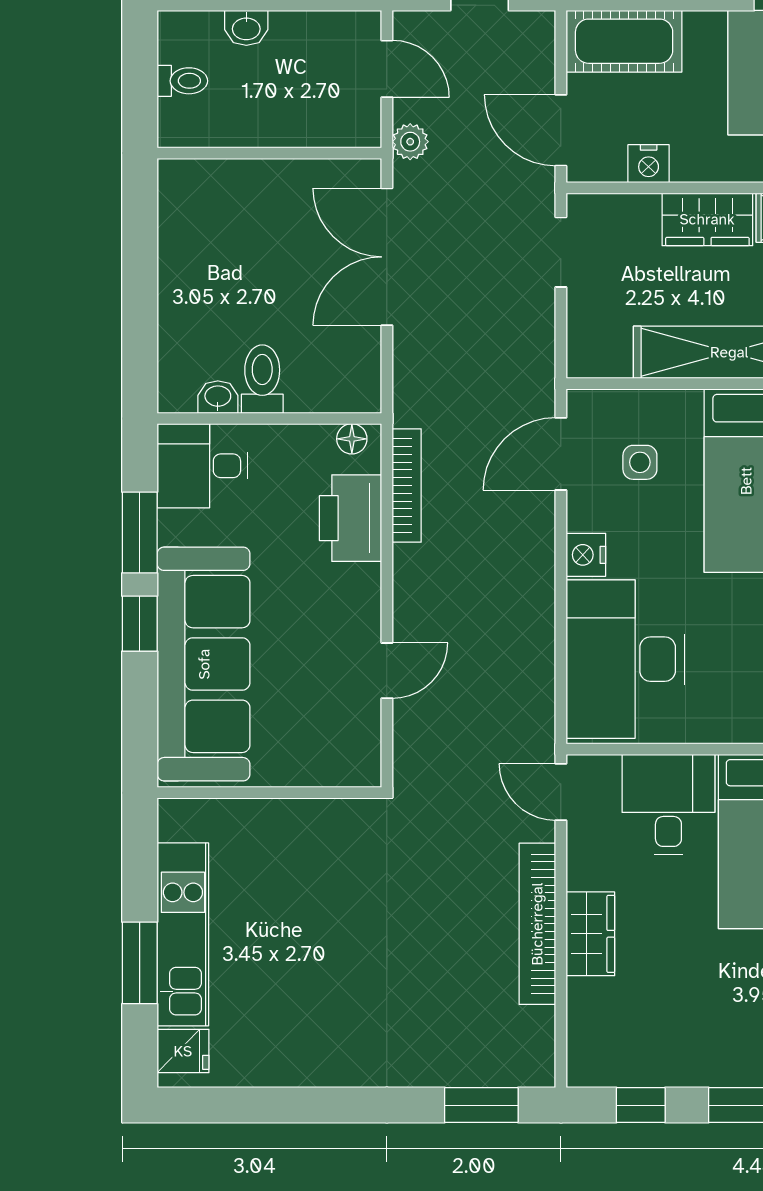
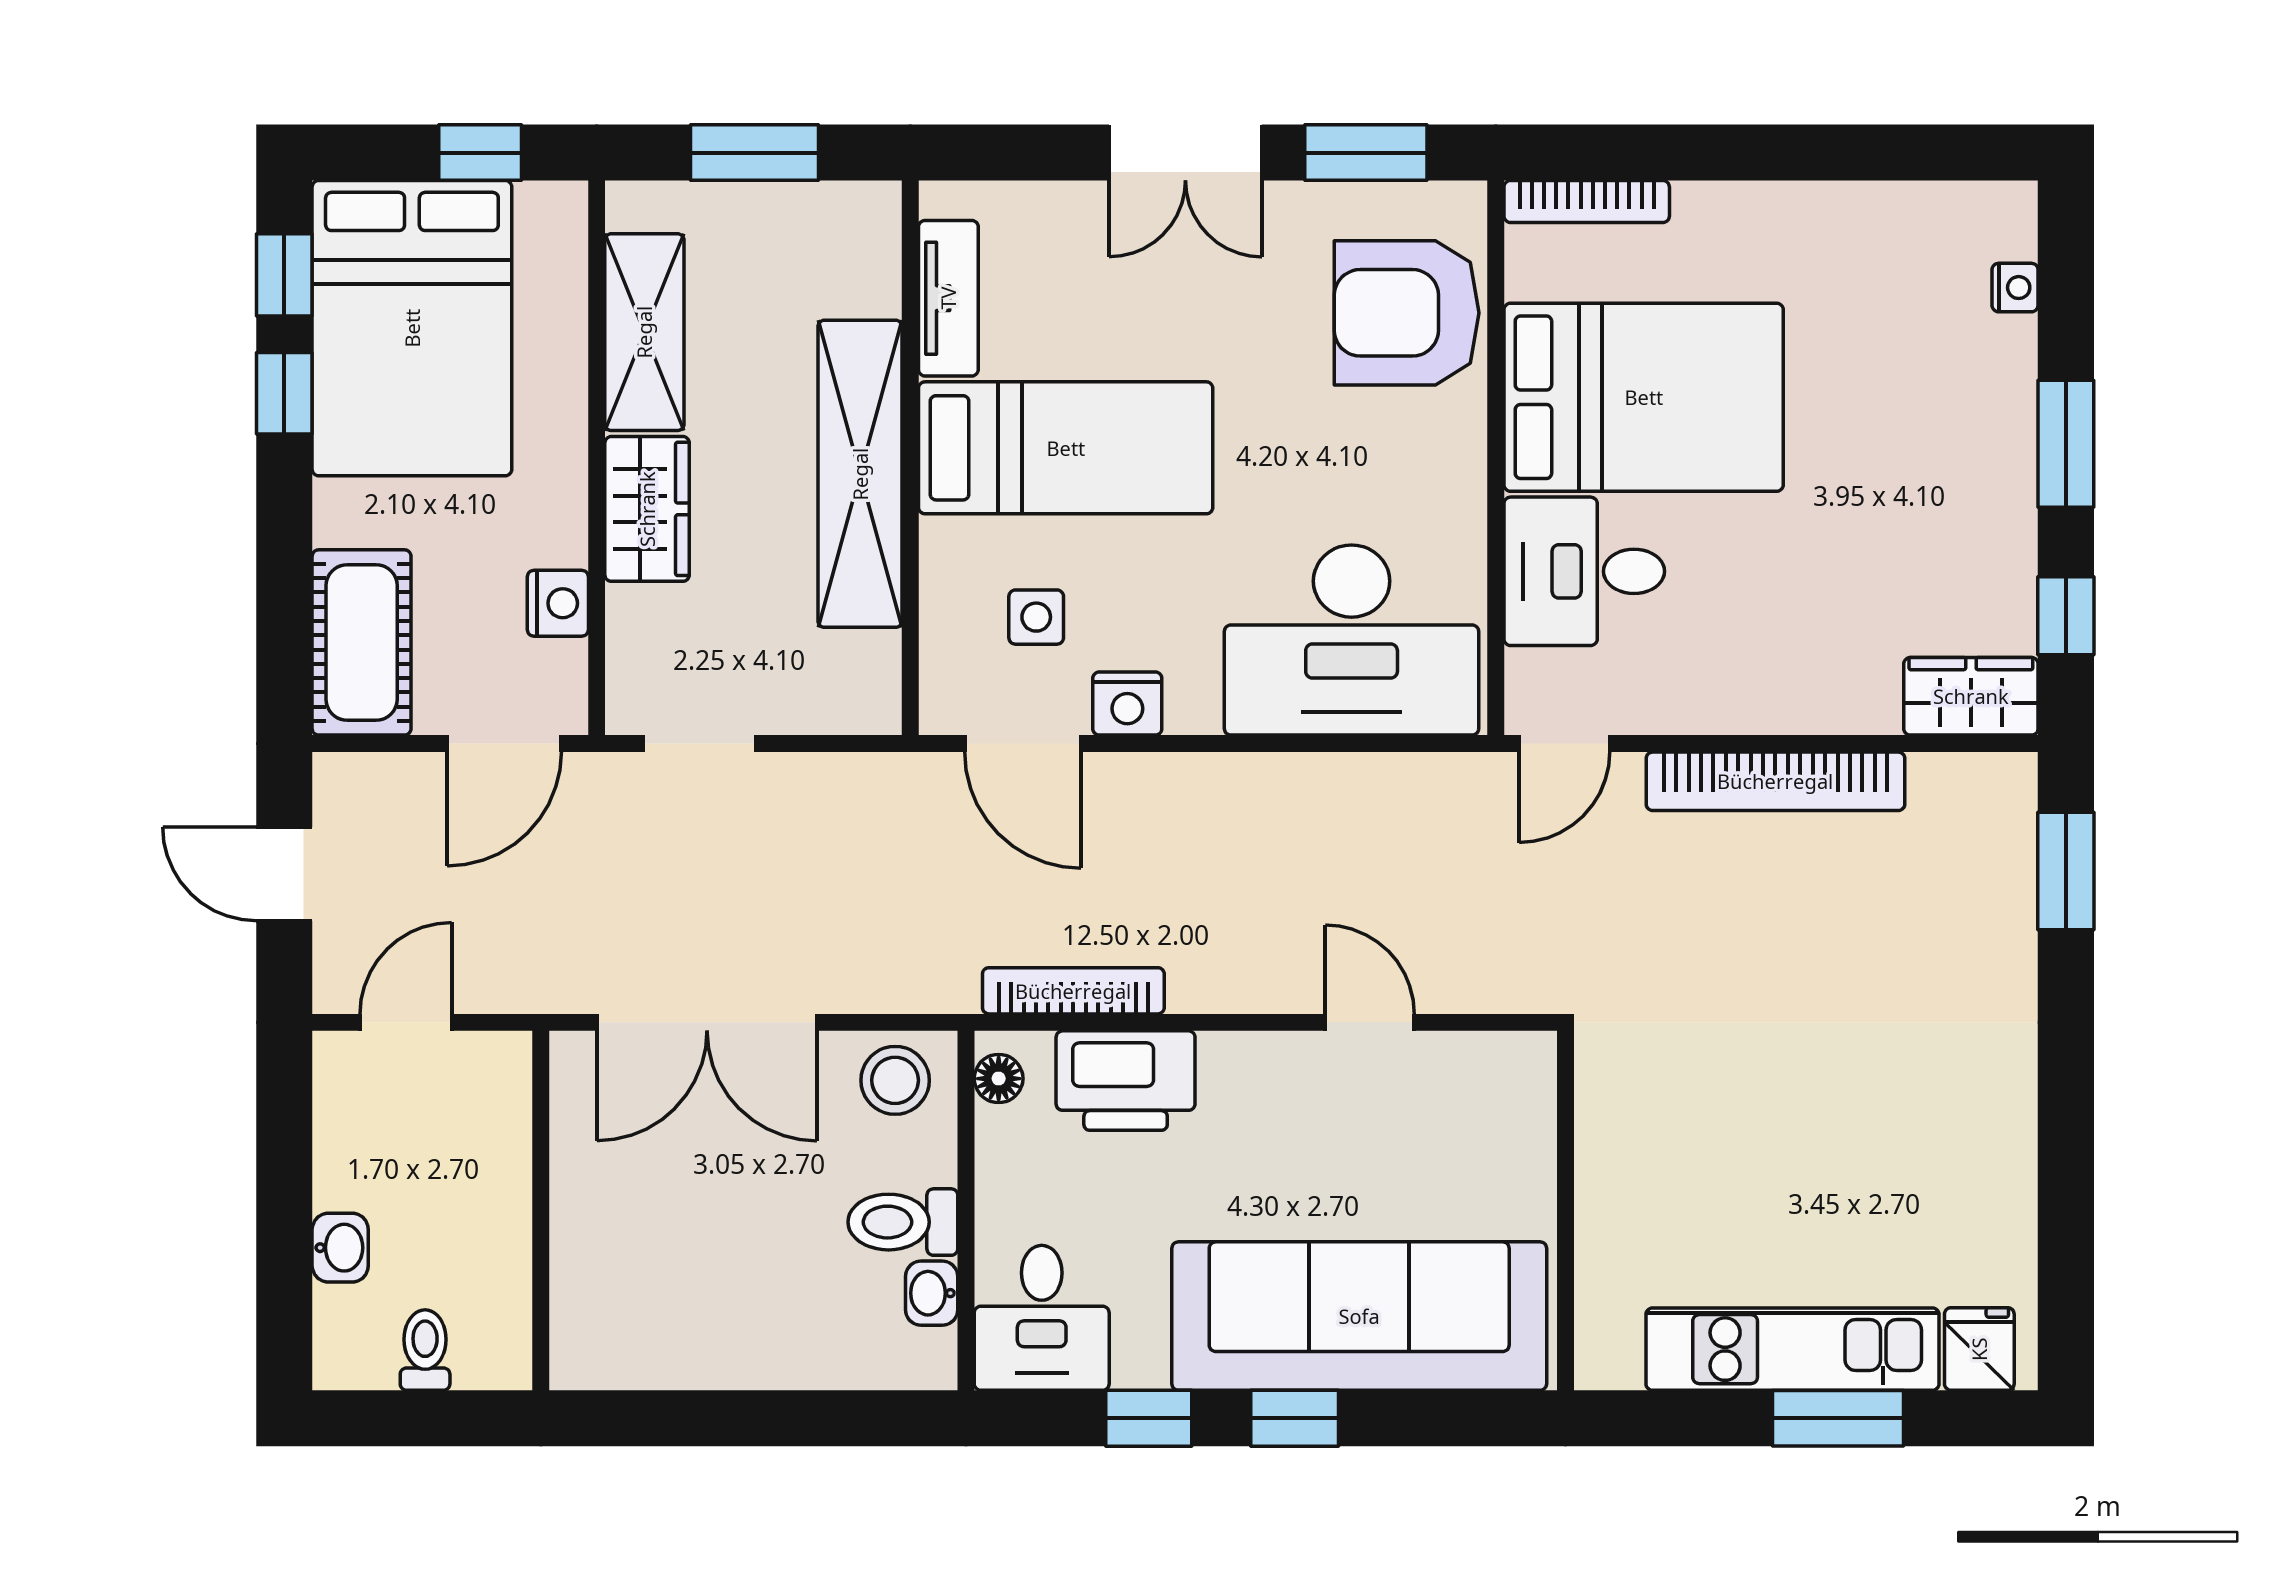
plant: (410, 142) -> (523, 985), removed
stool: (351, 374) -> (895, 1080), added
window: (140, 533) -> (1149, 1418), width x0.67
nightstand: (586, 555) -> (1127, 704), moved
wardrobe: (590, 934) -> (1971, 696), moved

